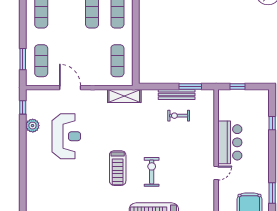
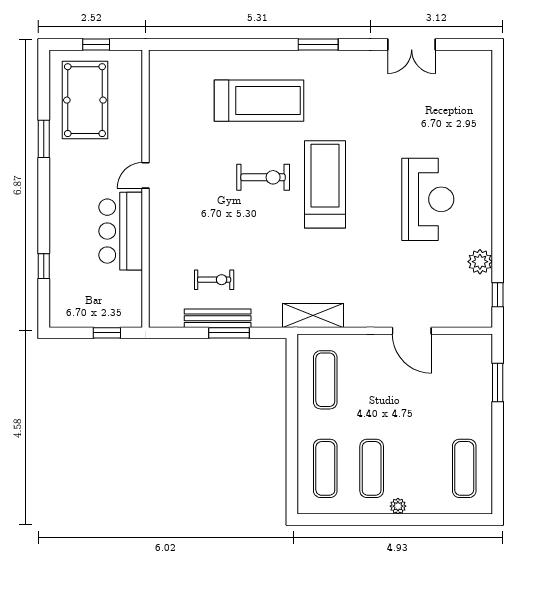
exercise mat: (41, 61) -> (464, 380), removed
window: (190, 86) -> (229, 333), moved
reception desk: (66, 136) -> (428, 199), moved, turned 180
treadmill: (118, 168) -> (325, 184), width x1.37, depth x1.38
exercise bike: (152, 172) -> (263, 177), turned -90

